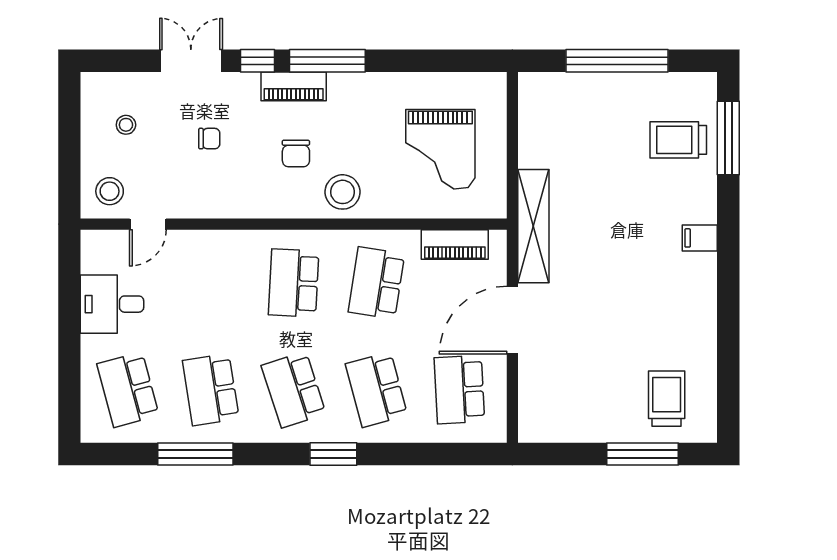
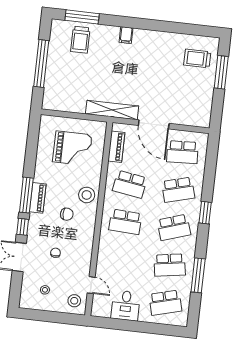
piano: (294, 86) -> (38, 198), moved

